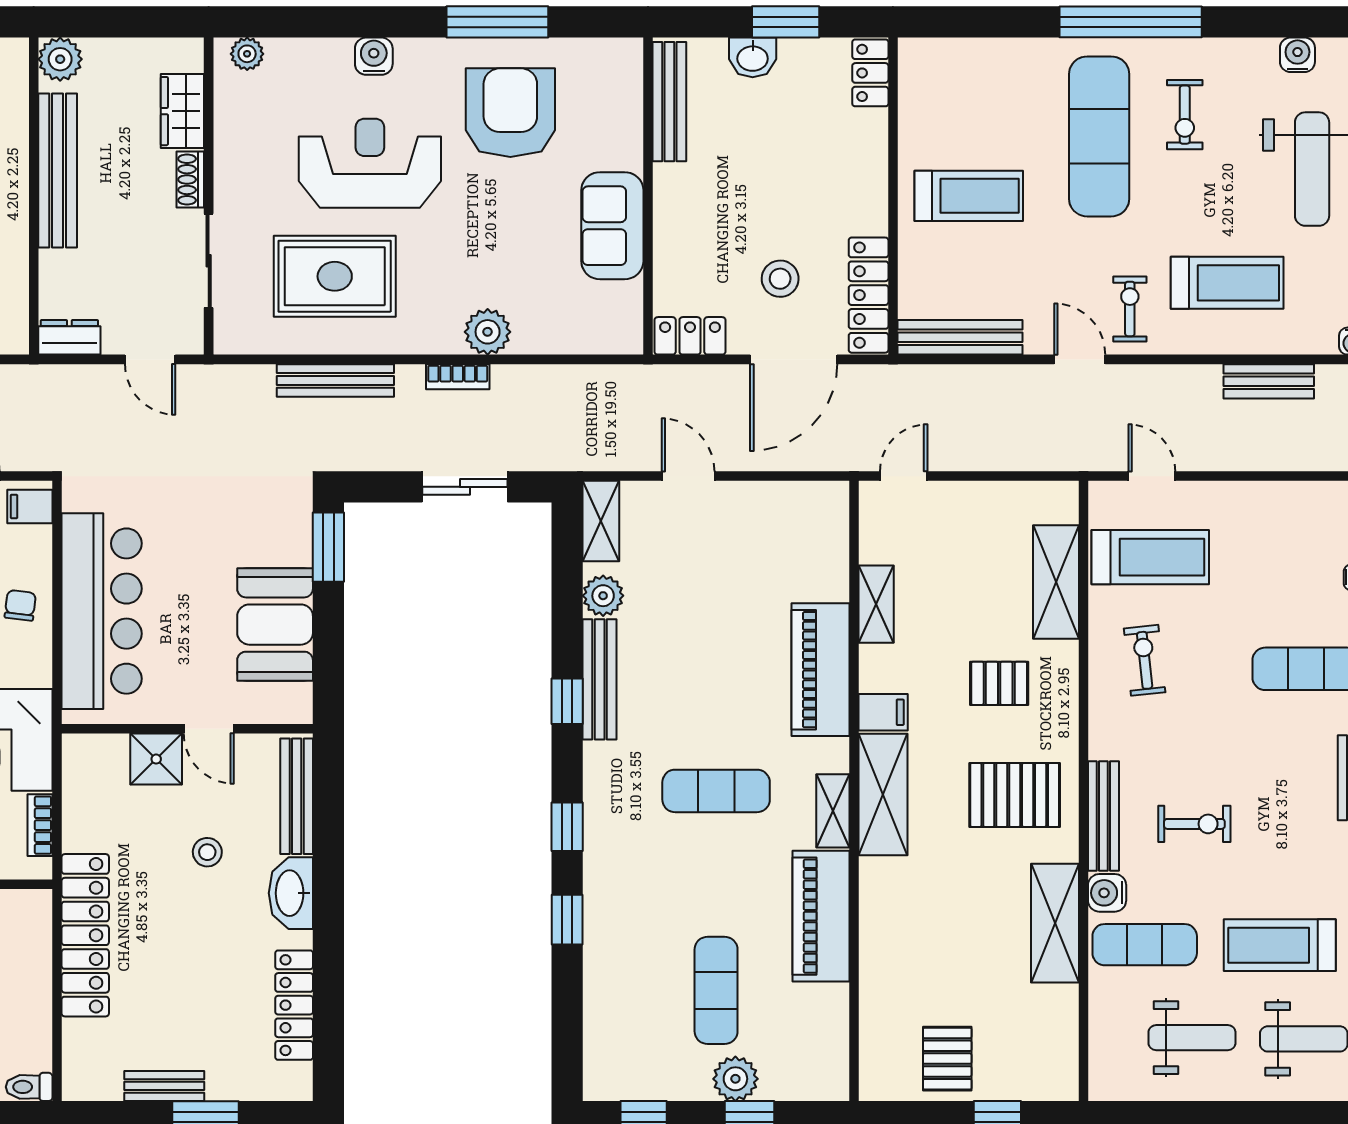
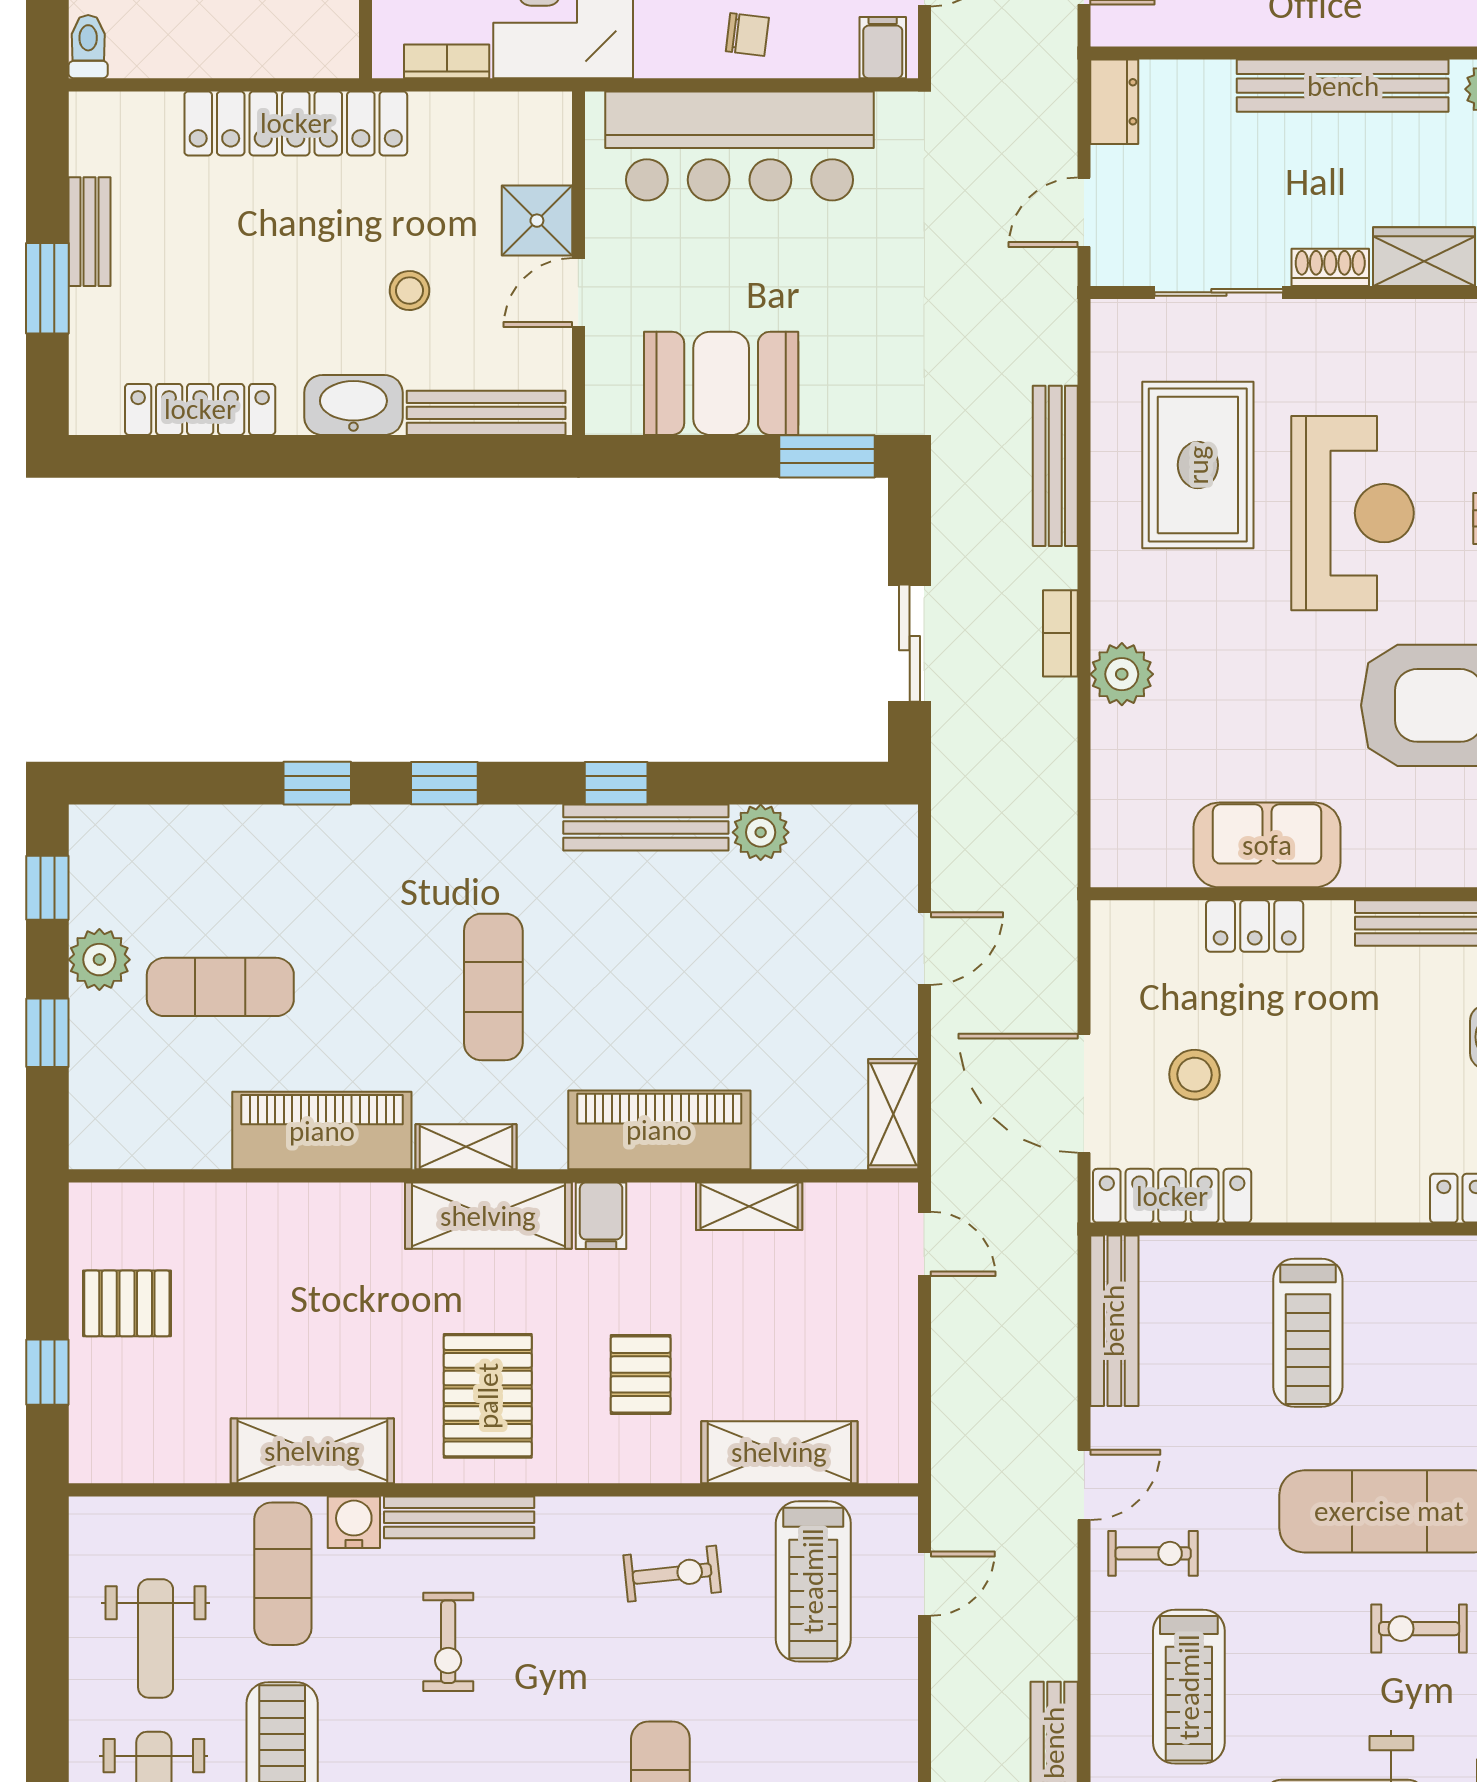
locker: (690, 336) -> (1255, 926), moved, turned 90
shelving: (601, 521) -> (893, 1114), moved, turned 90
plant: (735, 1079) -> (99, 960), moved

